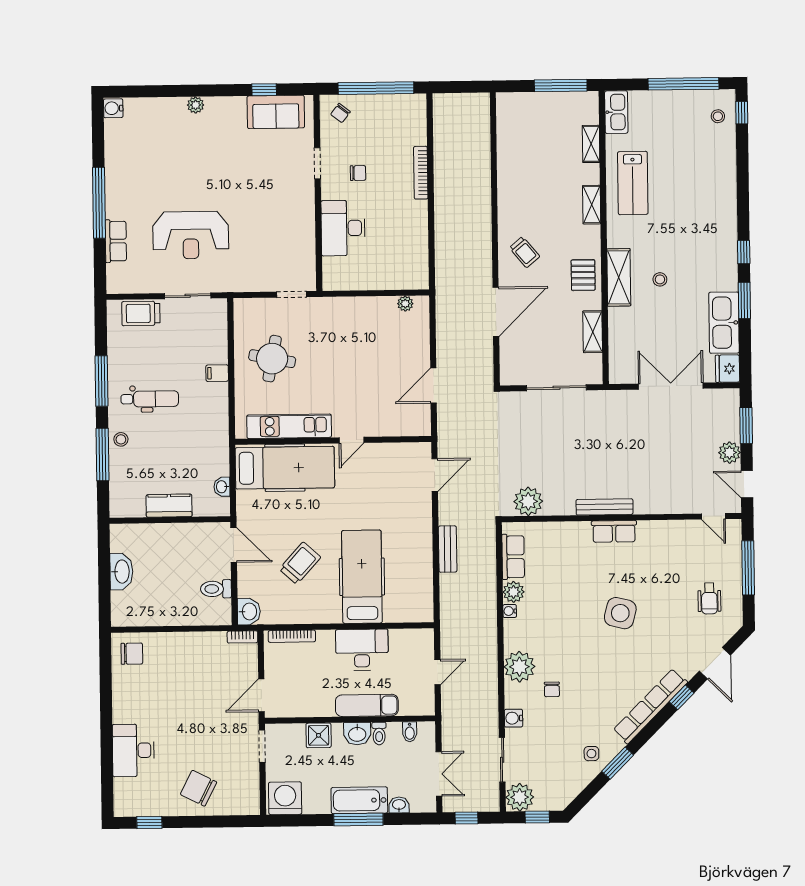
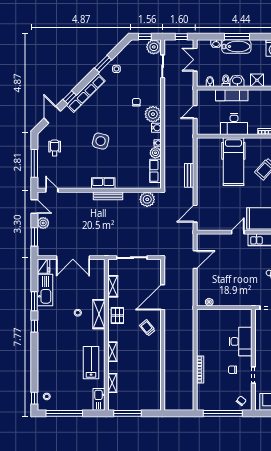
water cooler: (514, 718) -> (156, 128), moved

